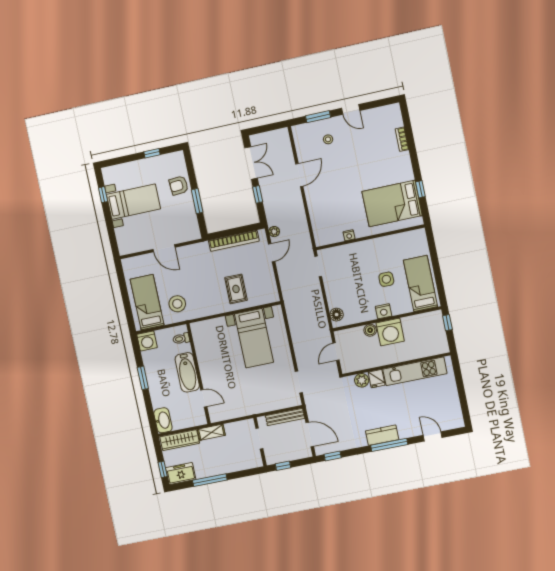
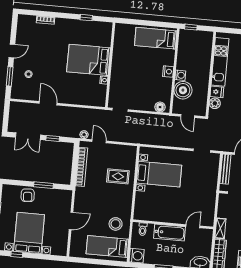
double door: (251, 163) -> (28, 136), swing flipped
bed with nightstands: (133, 202) -> (29, 233), width x1.36
bed: (392, 203) -> (89, 60), moved, turned 90
side table: (386, 279) -> (145, 62), removed
boiler: (370, 330) -> (183, 90), width x1.86, depth x1.86
washing machine: (390, 332) -> (180, 75), width x0.53, depth x0.53

